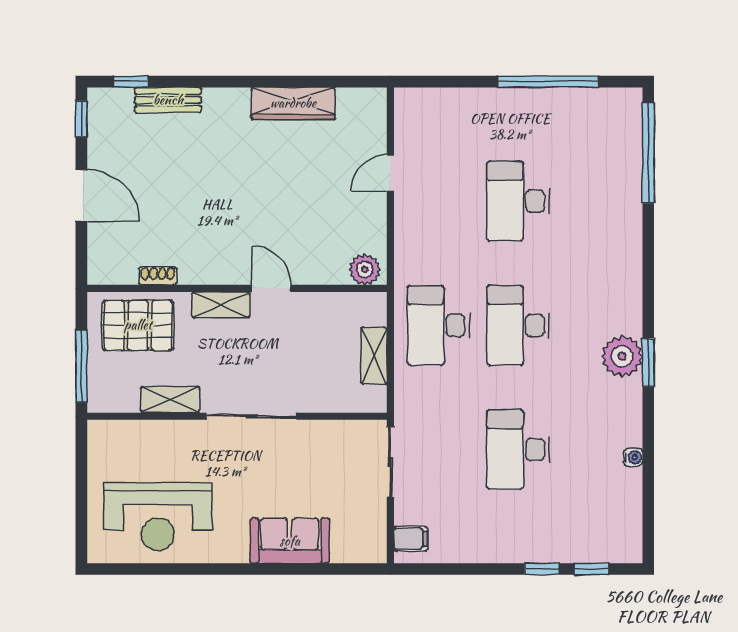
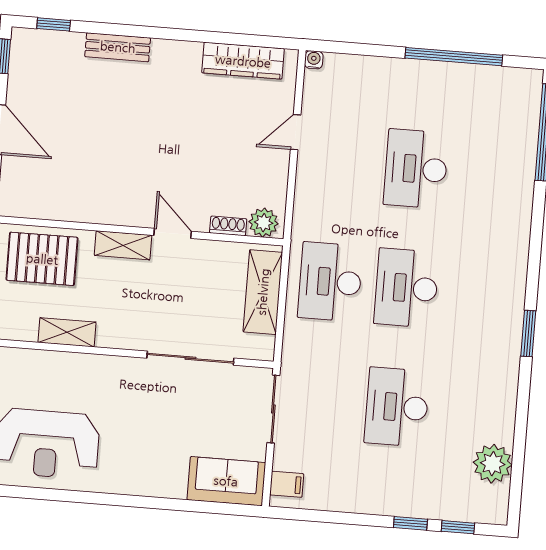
bench: (168, 100) -> (118, 47), moved
wardrobe: (293, 103) -> (243, 61), moved
shoe rack: (158, 276) -> (228, 226), moved
shelving: (374, 356) -> (263, 292), width x1.50, depth x1.33
plant: (622, 356) -> (493, 464), moved
sliding door: (252, 416) -> (190, 358), moved
water cooler: (633, 457) -> (314, 60), moved, turned -90
sofa: (290, 541) -> (226, 481), moved

